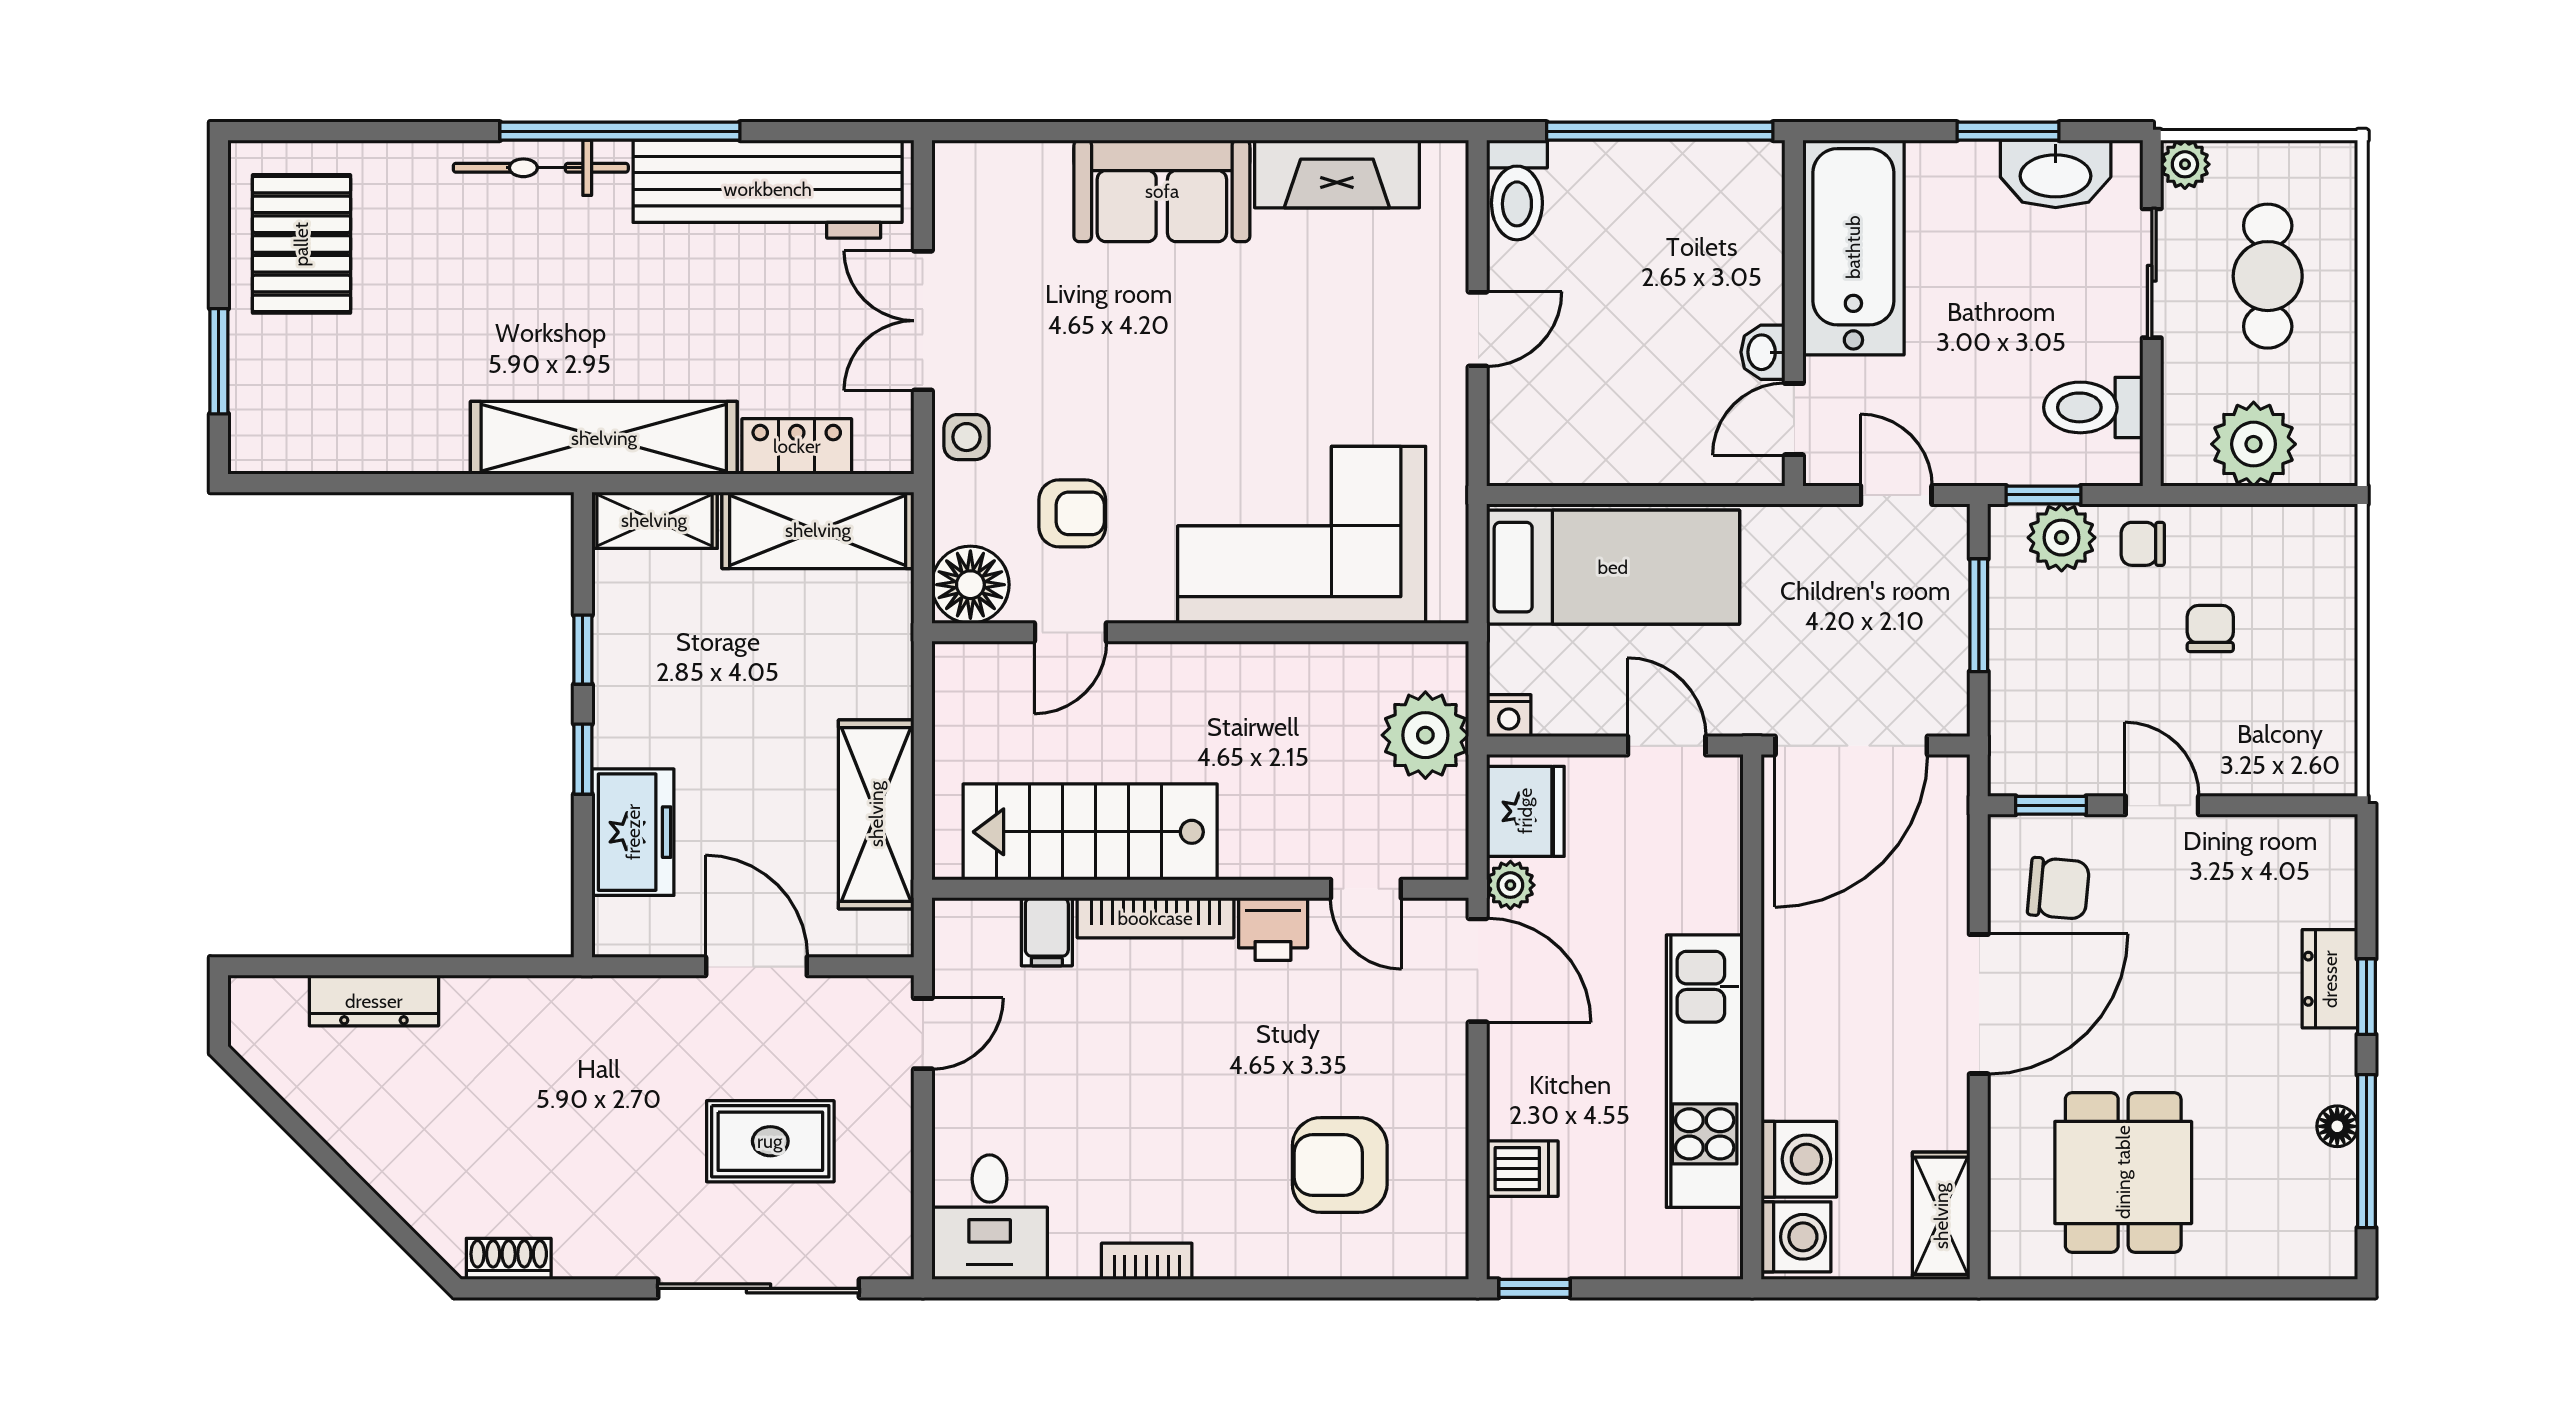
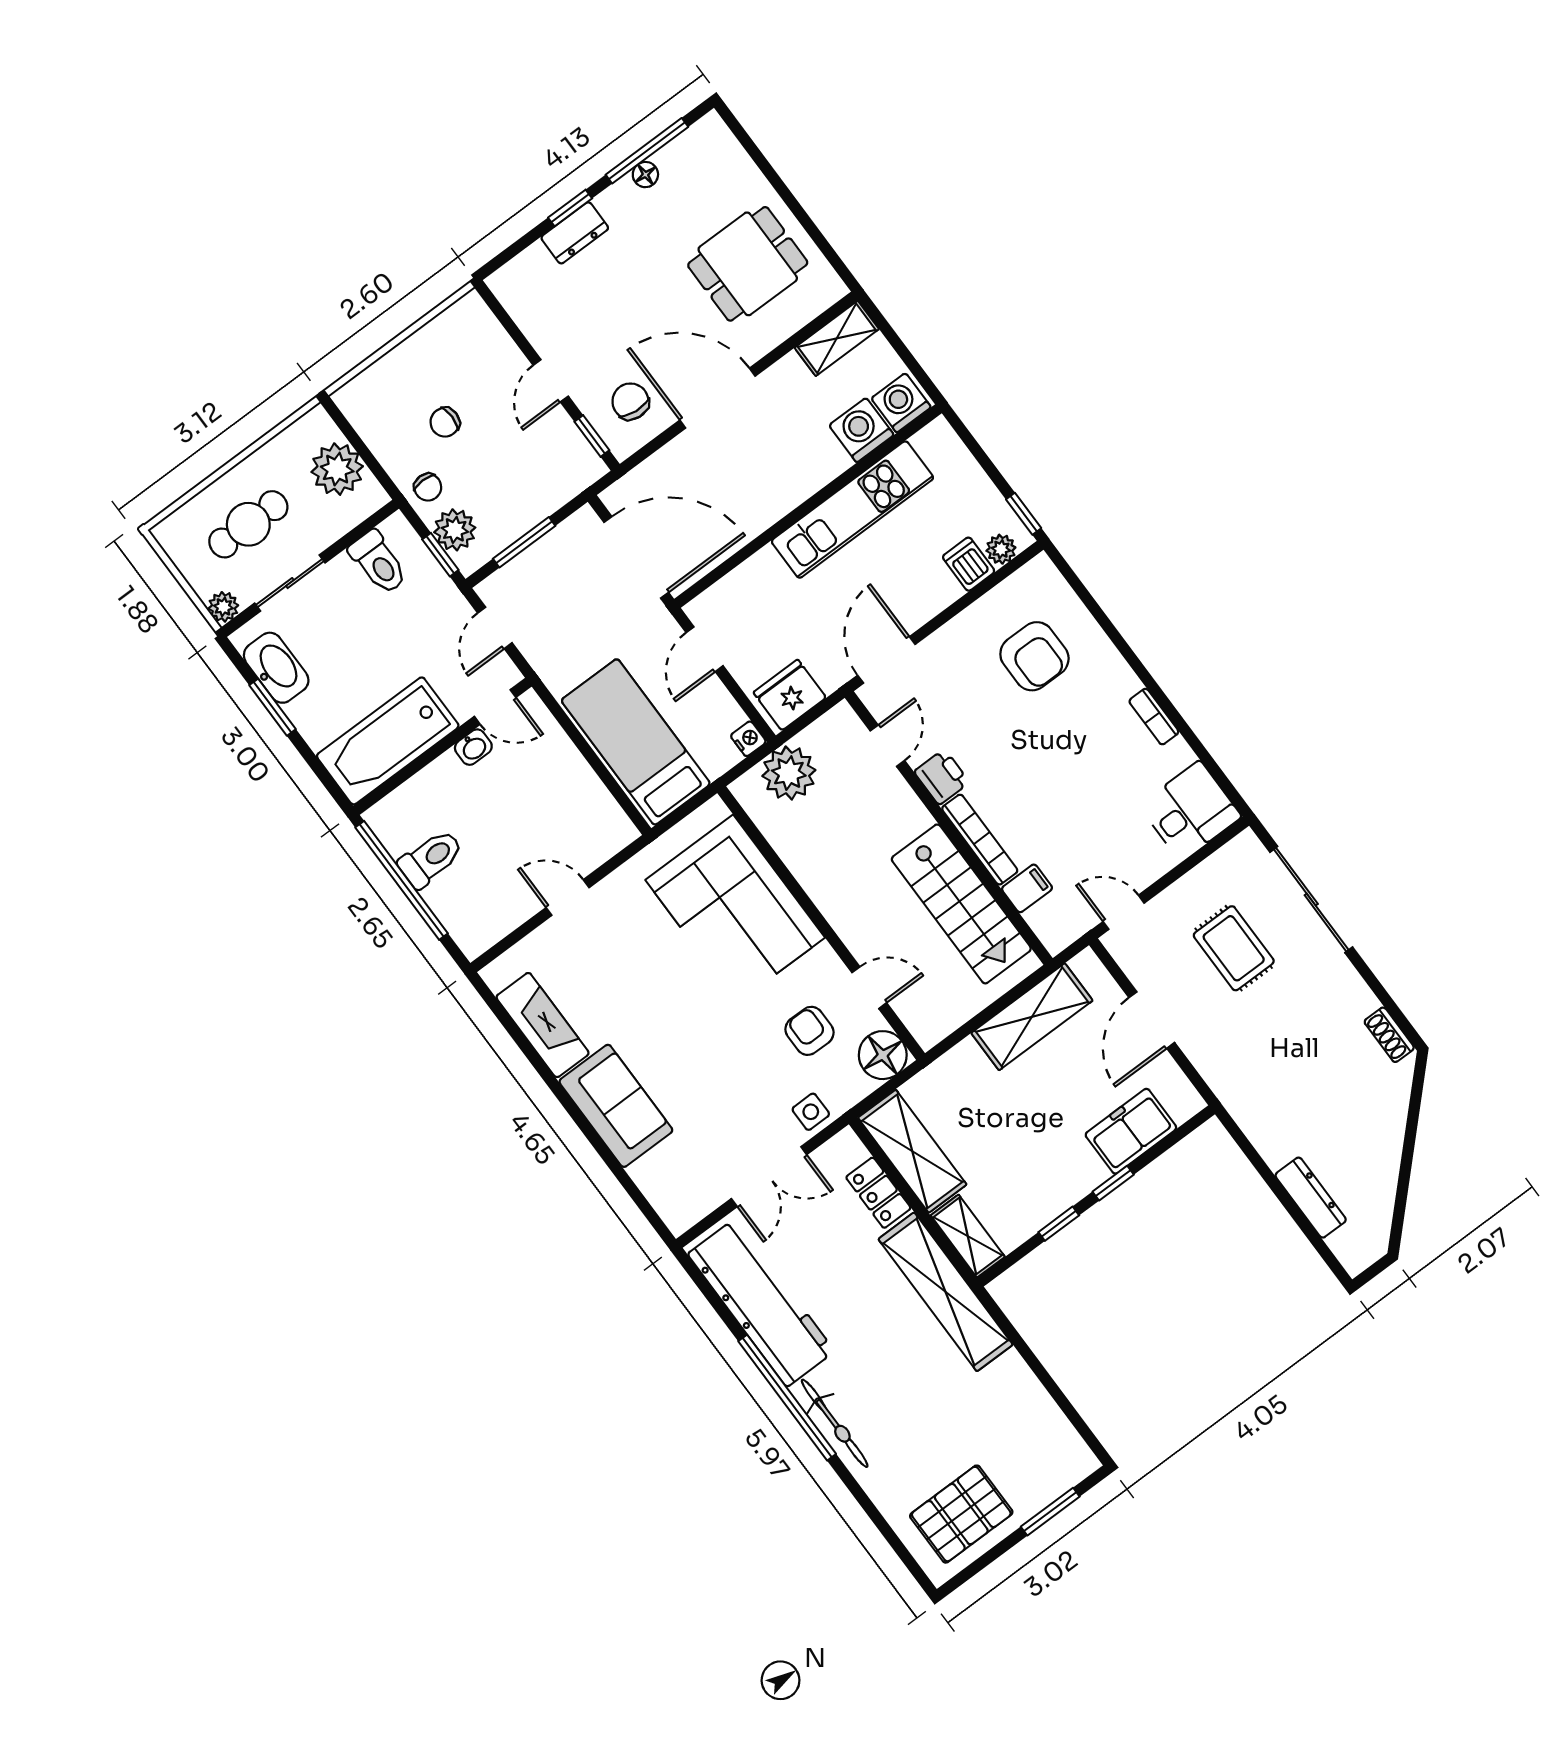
toilet: (1517, 190) -> (431, 859), moved
plant: (1510, 885) -> (1001, 549), moved

